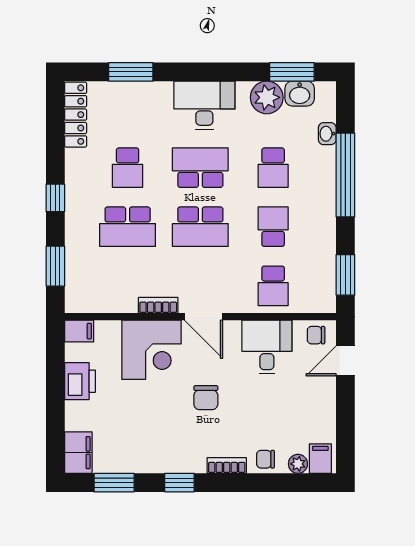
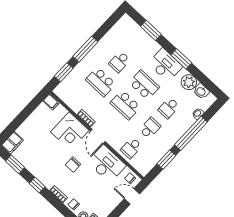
window: (292, 72) -> (181, 59), moved
locker: (76, 115) -> (119, 27), removed
window: (55, 198) -> (85, 49), width x2.17
window: (345, 275) -> (166, 160), moved
desk: (267, 347) -> (107, 164), width x1.37
printer: (80, 381) -> (36, 119), removed

